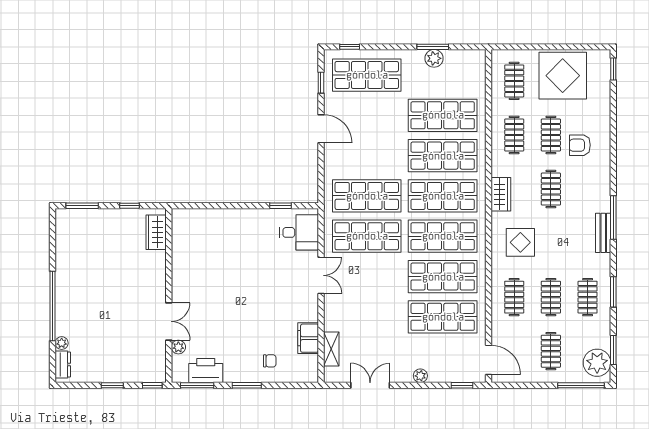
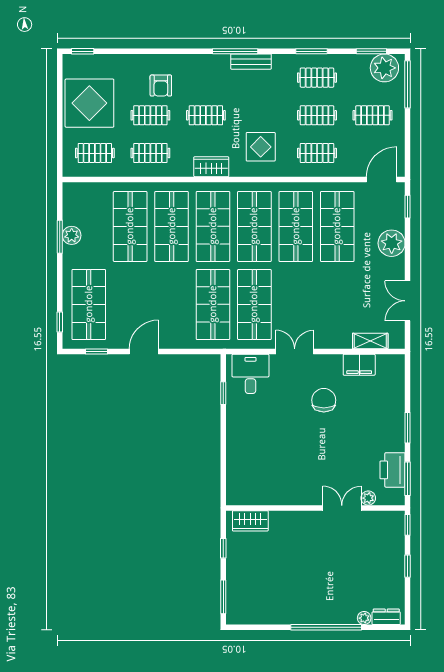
chair: (270, 361) -> (324, 400), moved, width x1.87, depth x1.87
plant: (420, 376) -> (392, 243), width x1.87, depth x1.87

